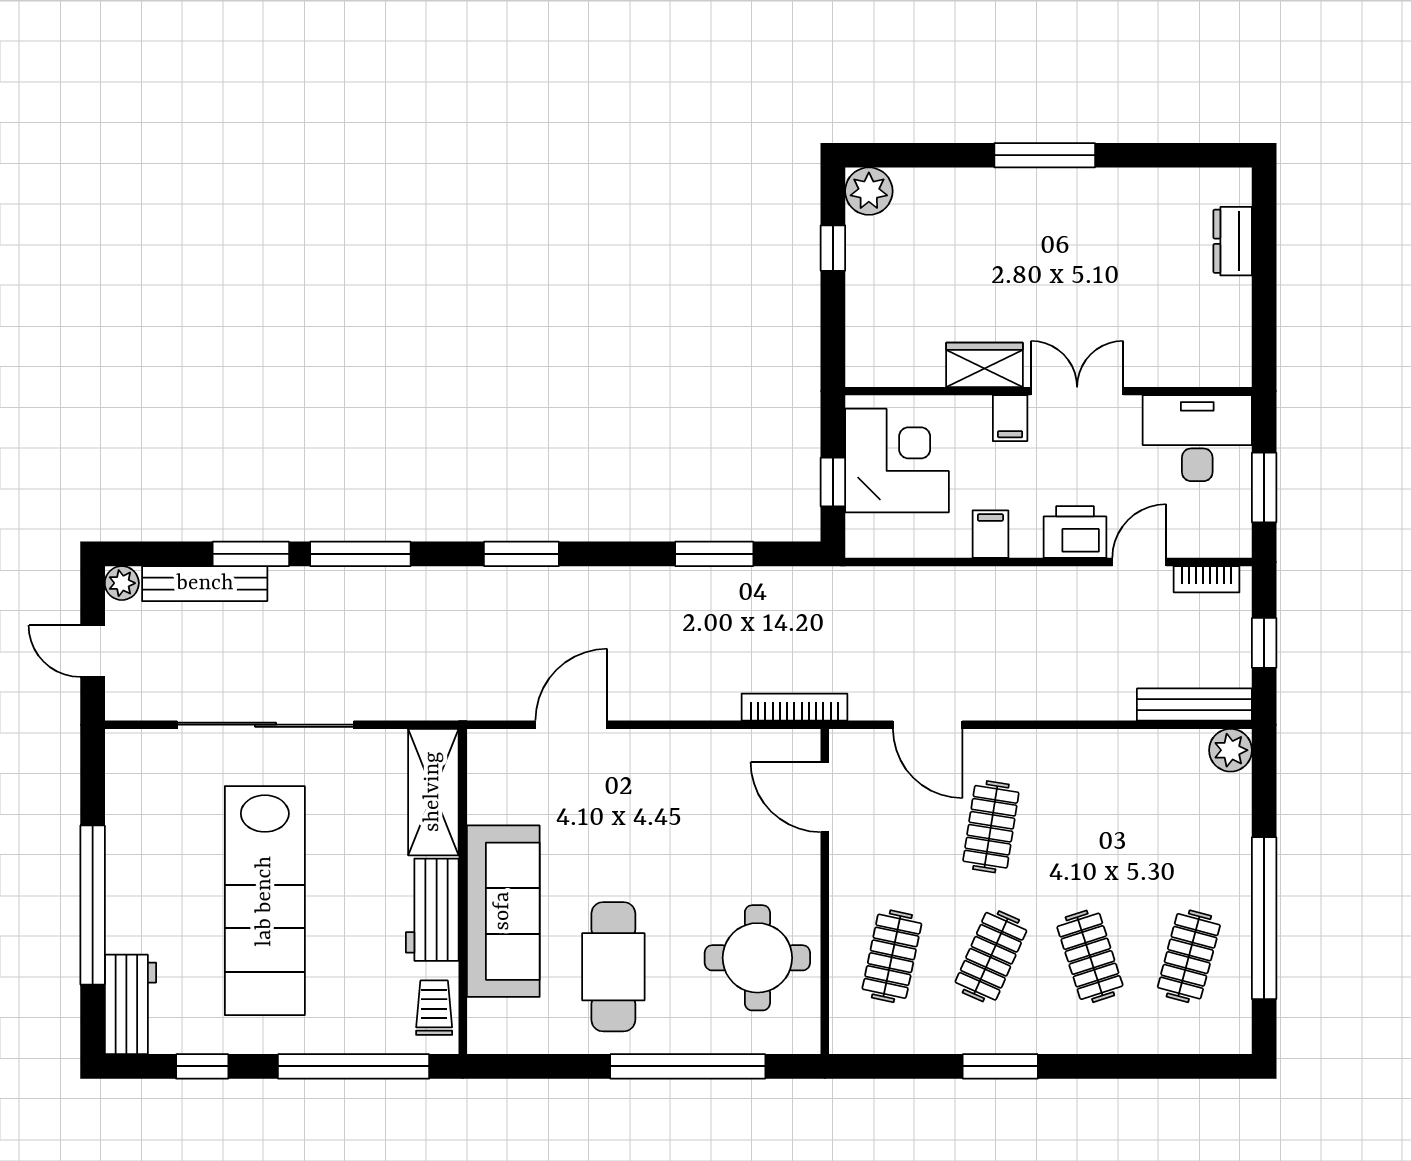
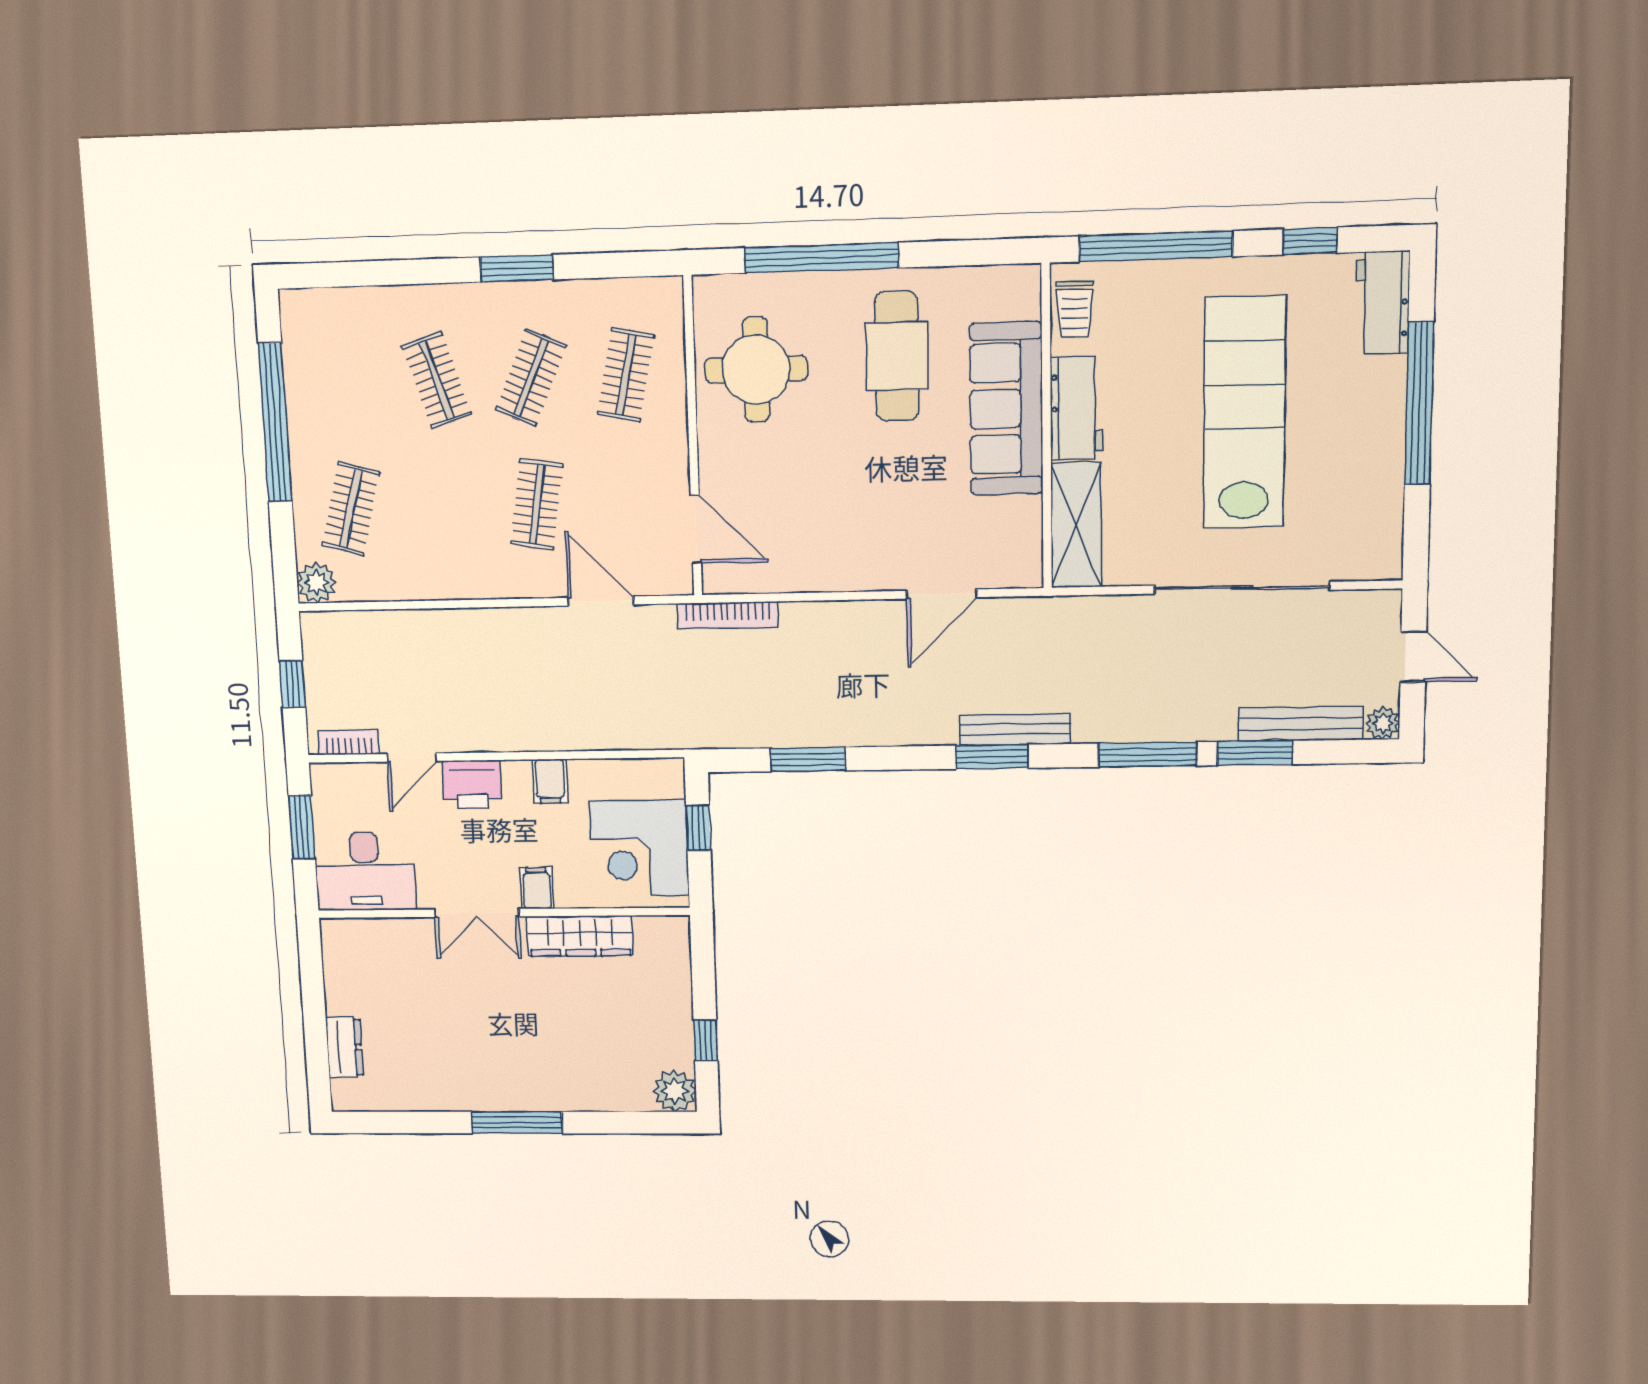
wardrobe: (984, 365) -> (580, 936), width x1.50
bench: (1194, 705) -> (1015, 730), moved
clothes rail: (1189, 956) -> (351, 509), moved

